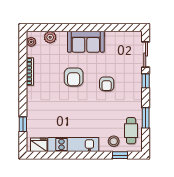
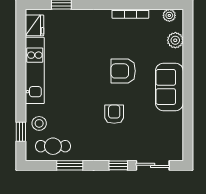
armchair: (107, 84) -> (114, 114), turned 90

